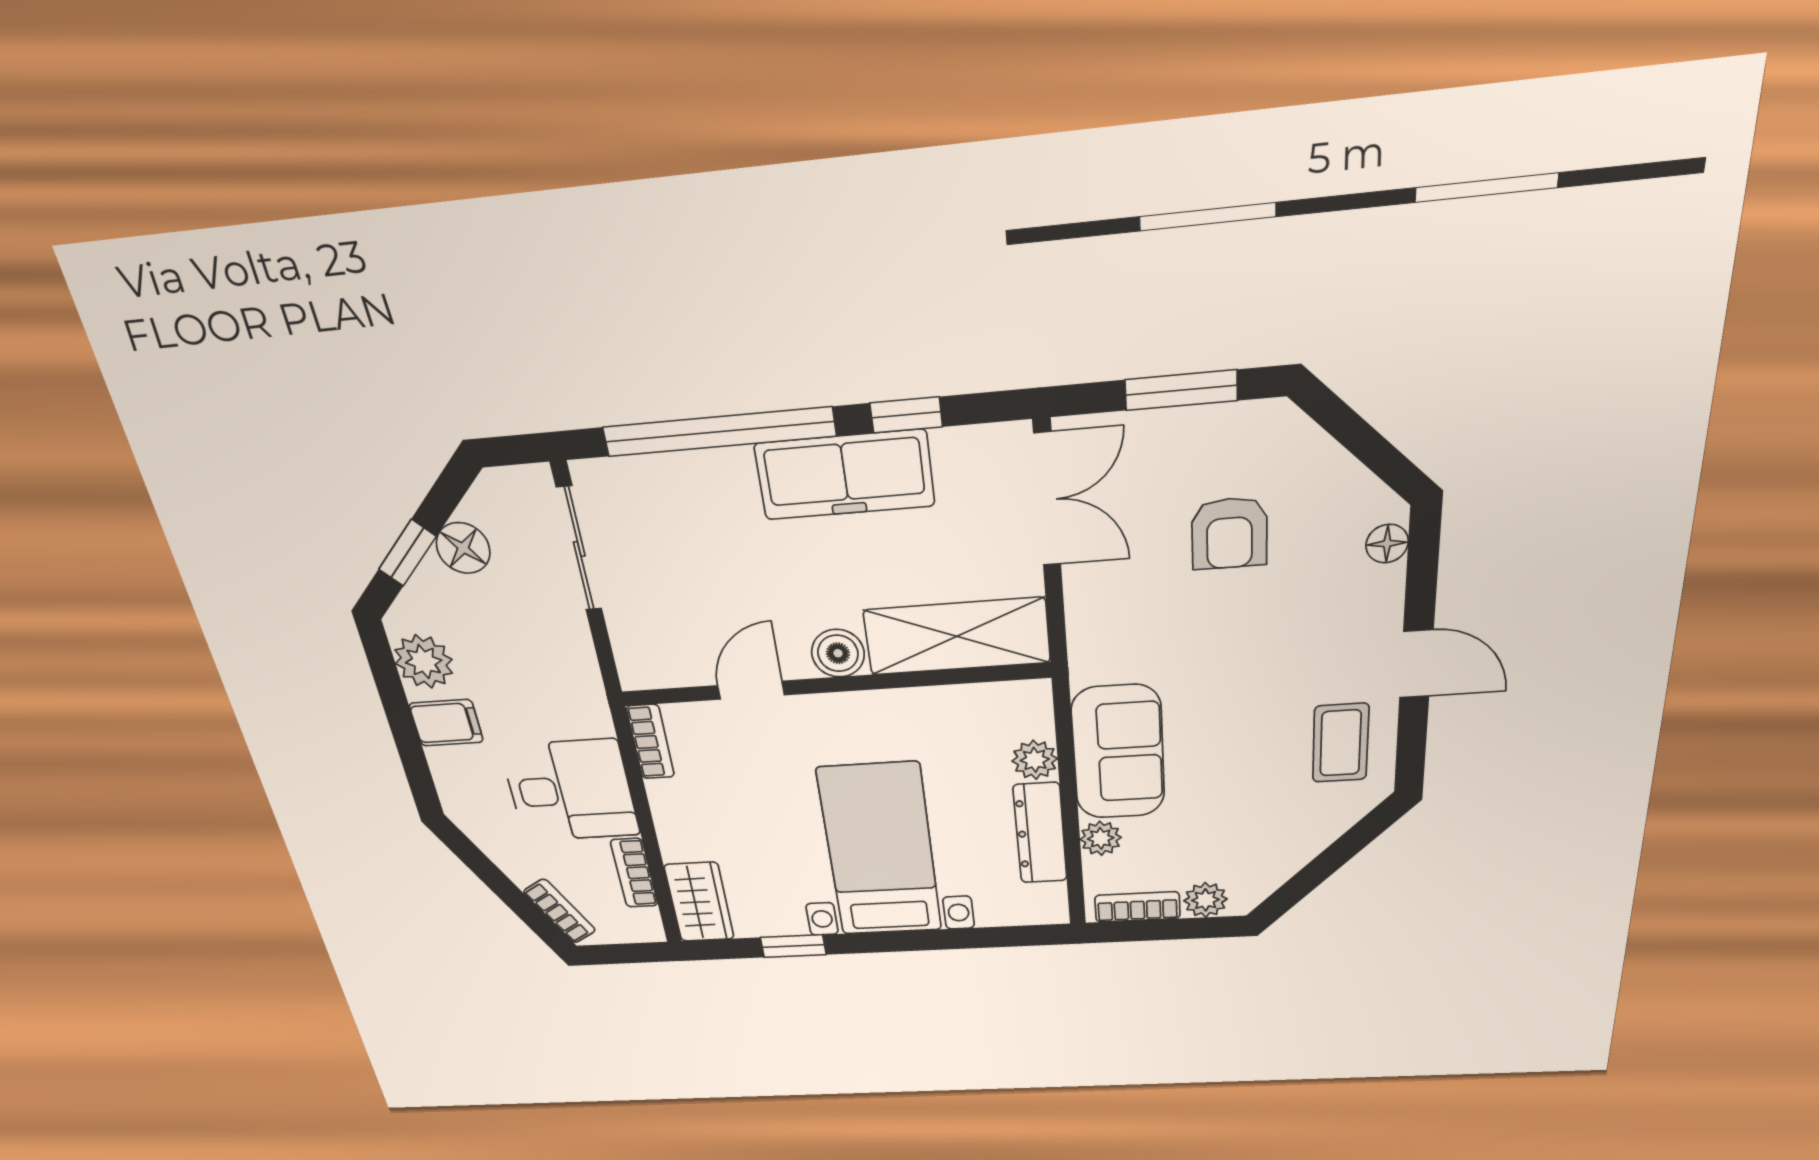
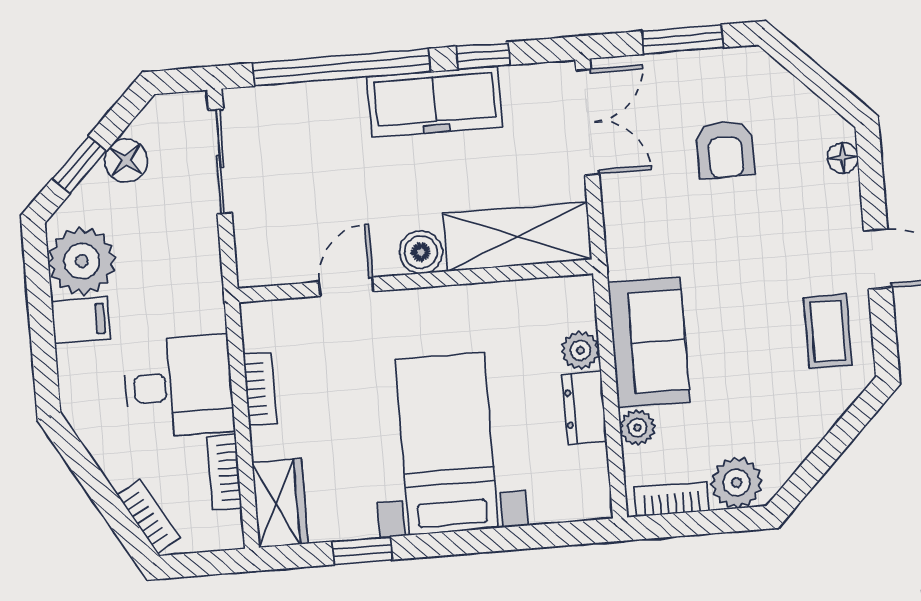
plant: (424, 662) -> (82, 261), width x1.36, depth x1.36
bookcase: (650, 742) -> (260, 389), moved
dresser: (1040, 833) -> (584, 408), width x0.70
plant: (1205, 900) -> (737, 483), width x1.38, depth x1.38

